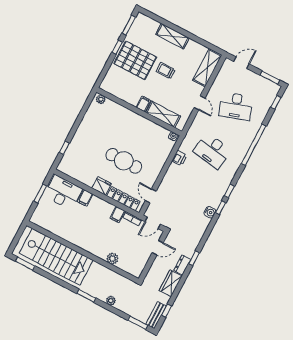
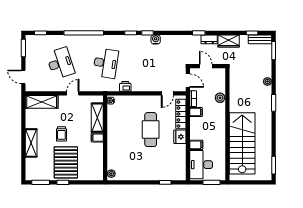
wall: (83, 252) -> (227, 124), moved
stairs: (56, 257) -> (242, 143), moved
plant: (112, 259) -> (220, 98), moved

